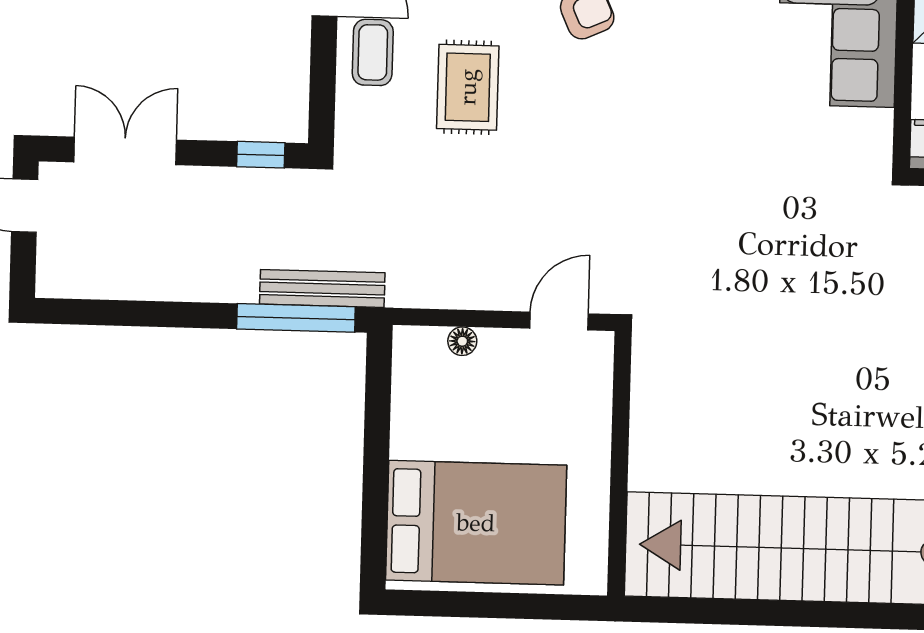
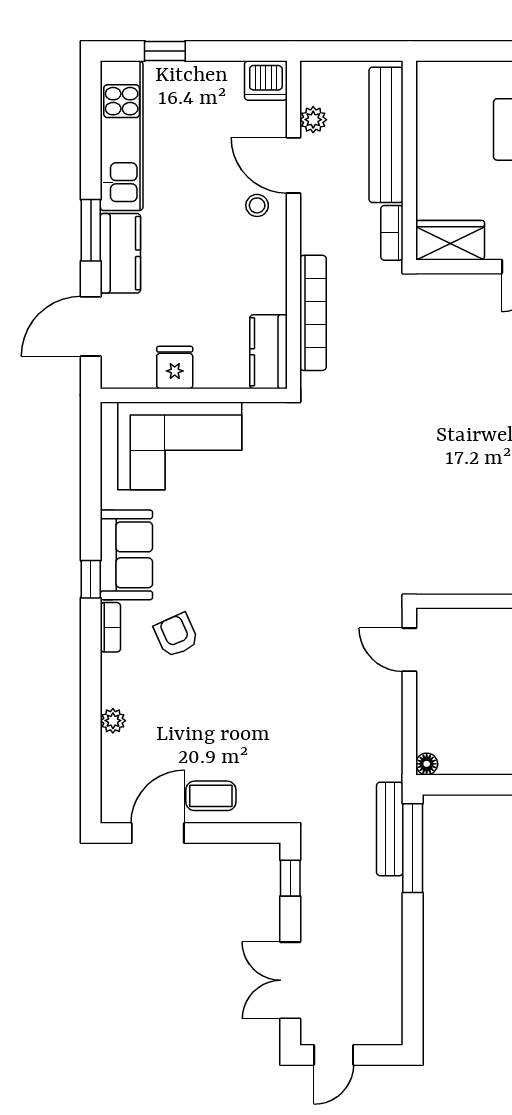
rug: (468, 87) -> (235, 724), removed
floor lamp: (462, 341) -> (427, 764), moved

